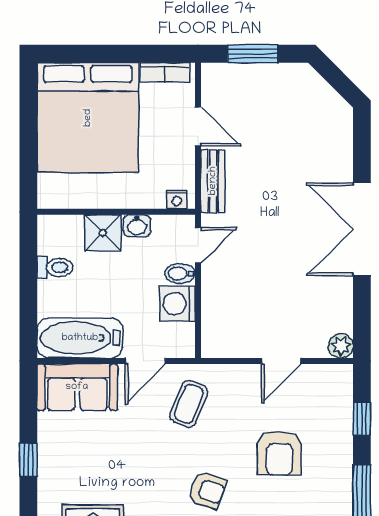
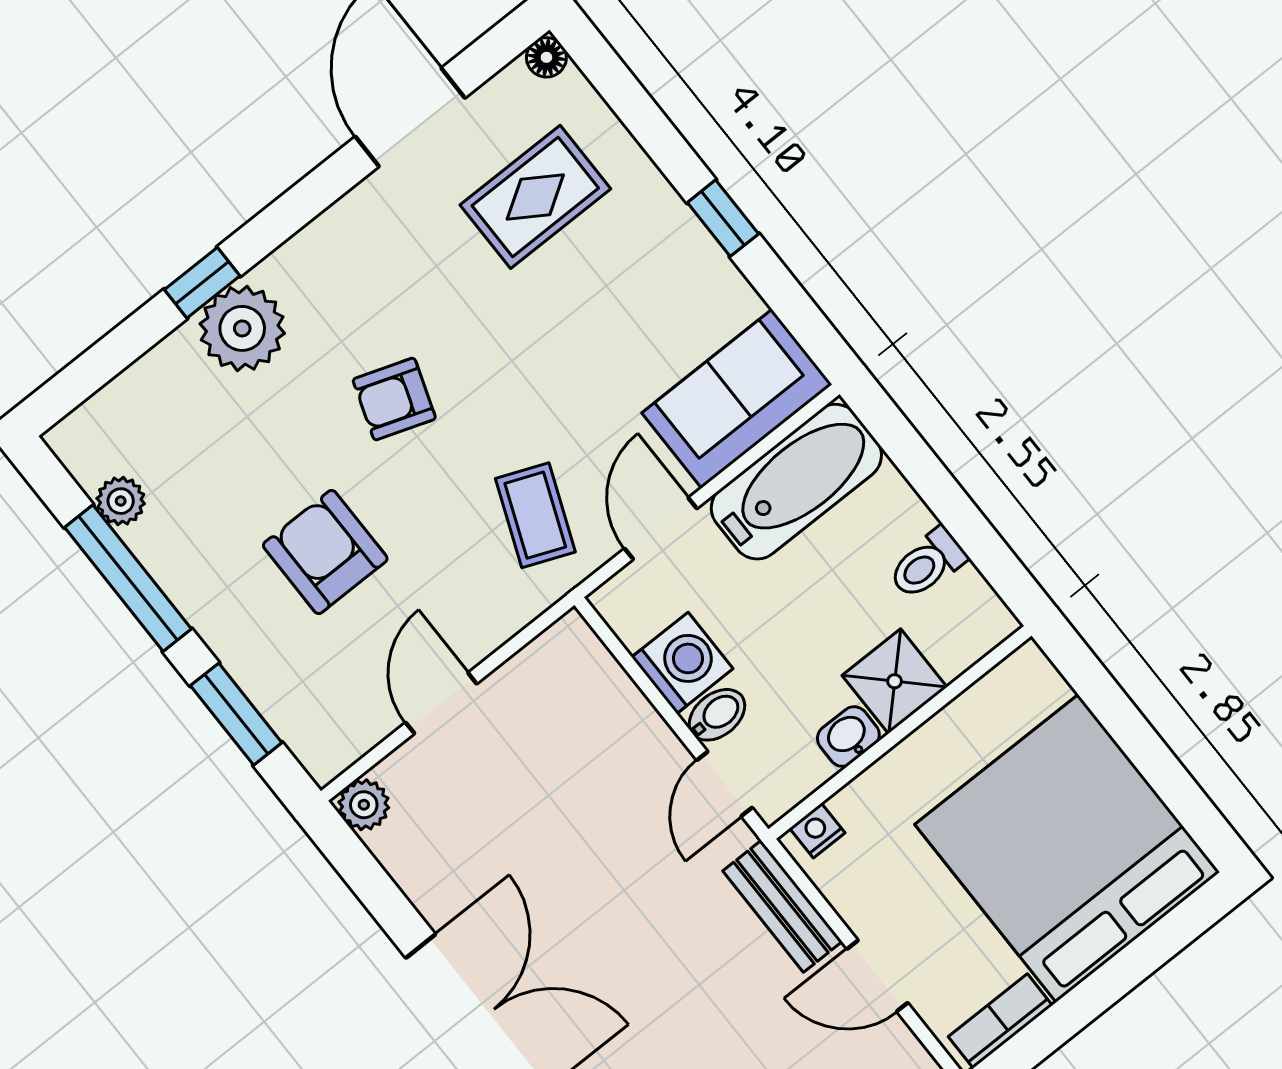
window: (362, 419) -> (236, 714), width x1.50

